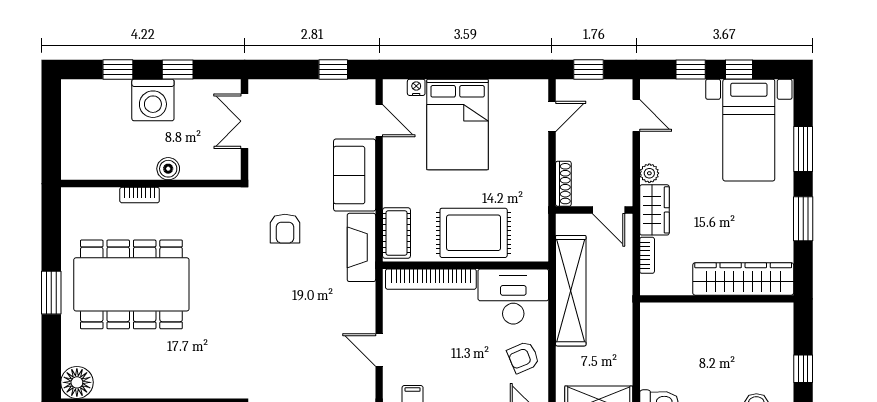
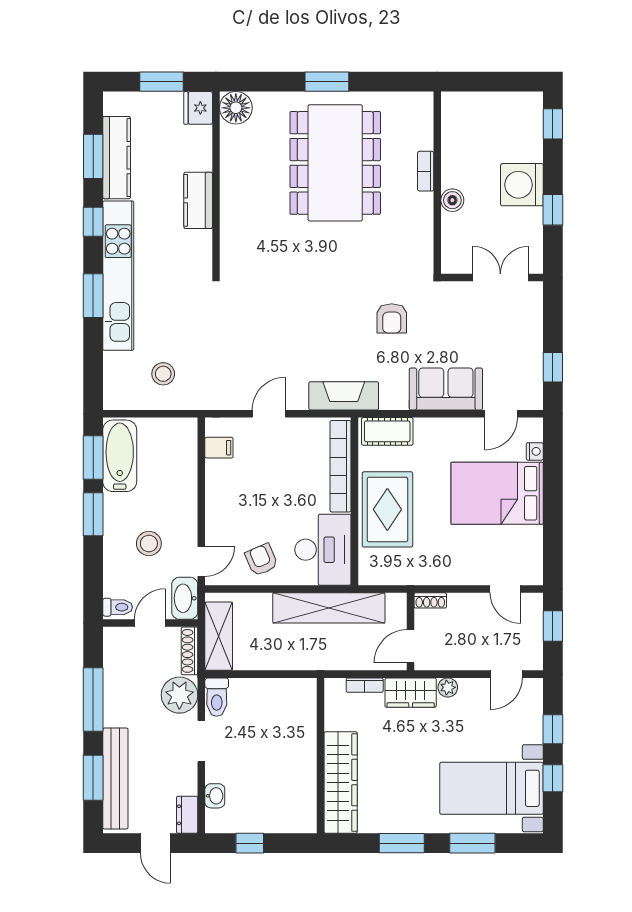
window: (118, 69) -> (553, 124), moved
shoe rack: (563, 184) -> (430, 600), width x0.70
armchair: (285, 229) -> (392, 318), turned -90
fireplace: (361, 247) -> (344, 396), moved

